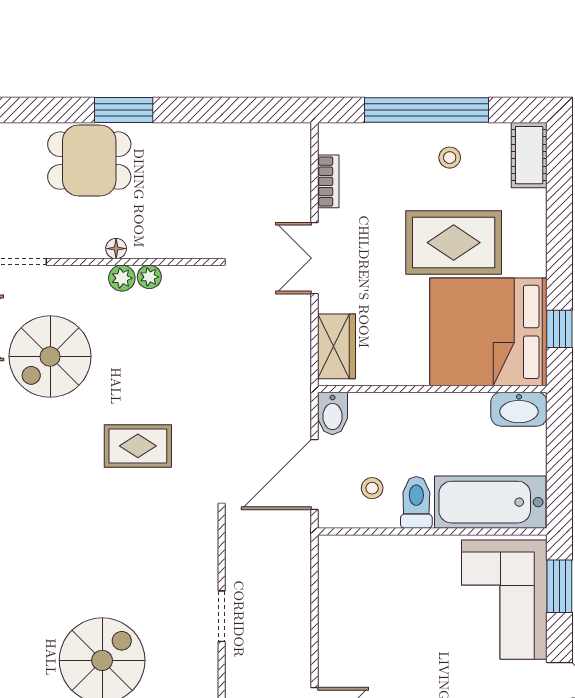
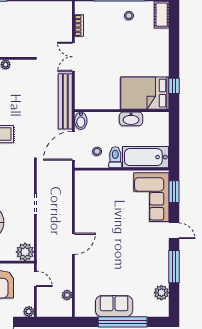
rug: (454, 243) -> (131, 51), removed
bed: (488, 332) -> (145, 93), width x0.73
wardrobe: (337, 346) -> (82, 93), removed
bench: (295, 366) -> (65, 101), added
washbasin: (519, 409) -> (131, 119), moved

